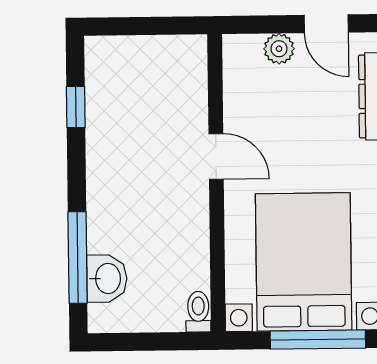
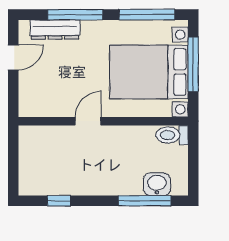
plant: (279, 49) -> (27, 85), removed
toilet: (198, 312) -> (172, 135), width x1.37, depth x1.39

